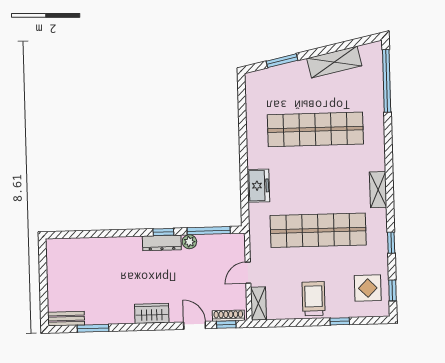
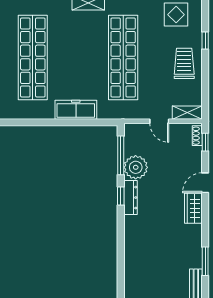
freezer: (258, 186) -> (76, 110), width x1.40
plant: (189, 242) -> (136, 167), width x1.88, depth x1.88
trolley: (314, 299) -> (184, 63), turned 90
shoe rack: (228, 316) -> (197, 136), width x0.70
door: (195, 325) -> (205, 183), moved

